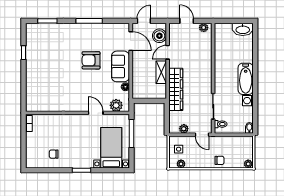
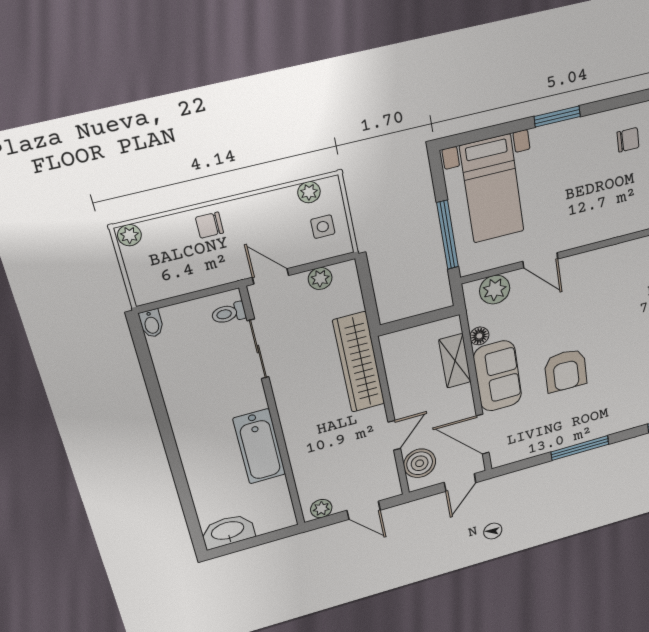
armchair: (91, 60) -> (566, 371), turned 91
shelving: (161, 72) -> (455, 361), moved
bathtub: (246, 79) -> (259, 446), moved, turned 180
washing machine: (248, 101) -> (173, 385), removed

